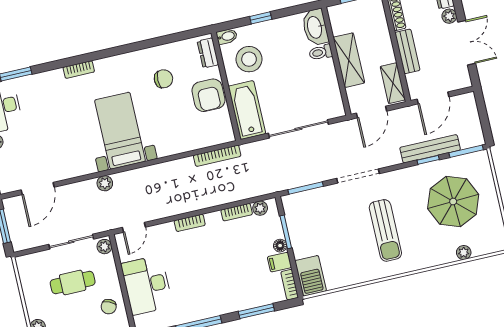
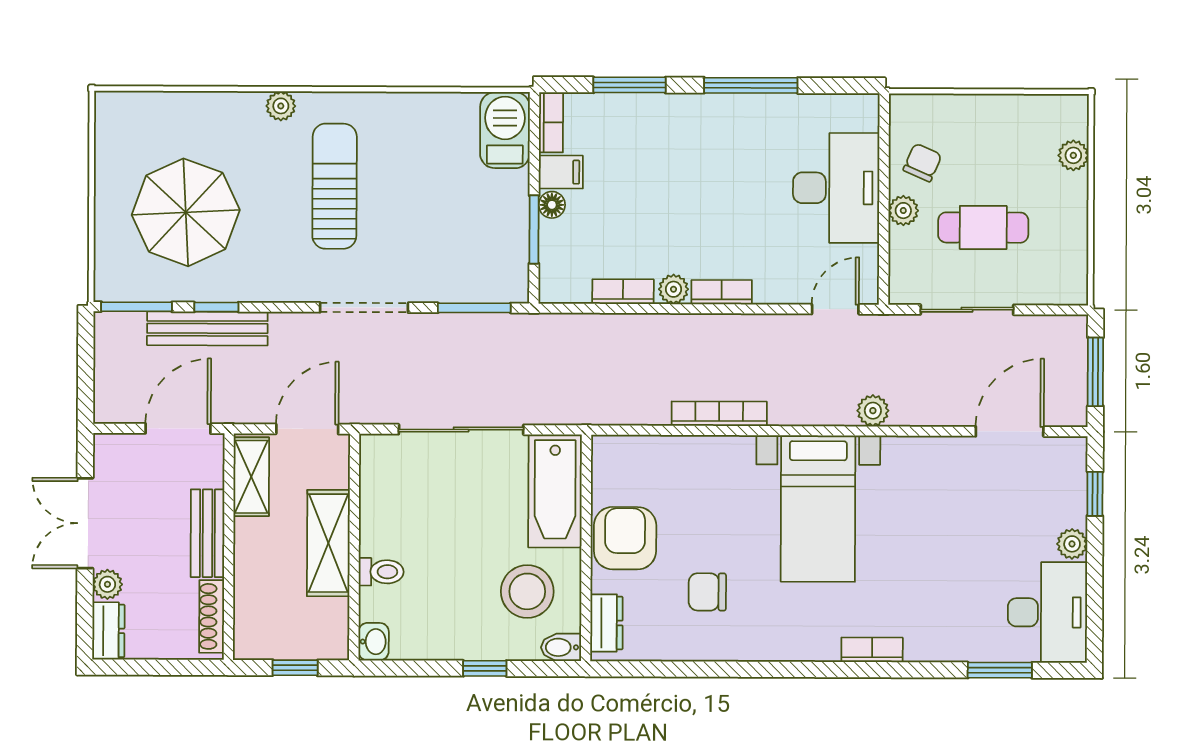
washbasin: (315, 27) -> (374, 642), width x0.52, depth x0.69
bookcase: (217, 156) -> (719, 414), moved
plant: (260, 208) -> (674, 289), moved
plant: (104, 247) -> (903, 211), moved
plant: (464, 253) -> (281, 106), moved

